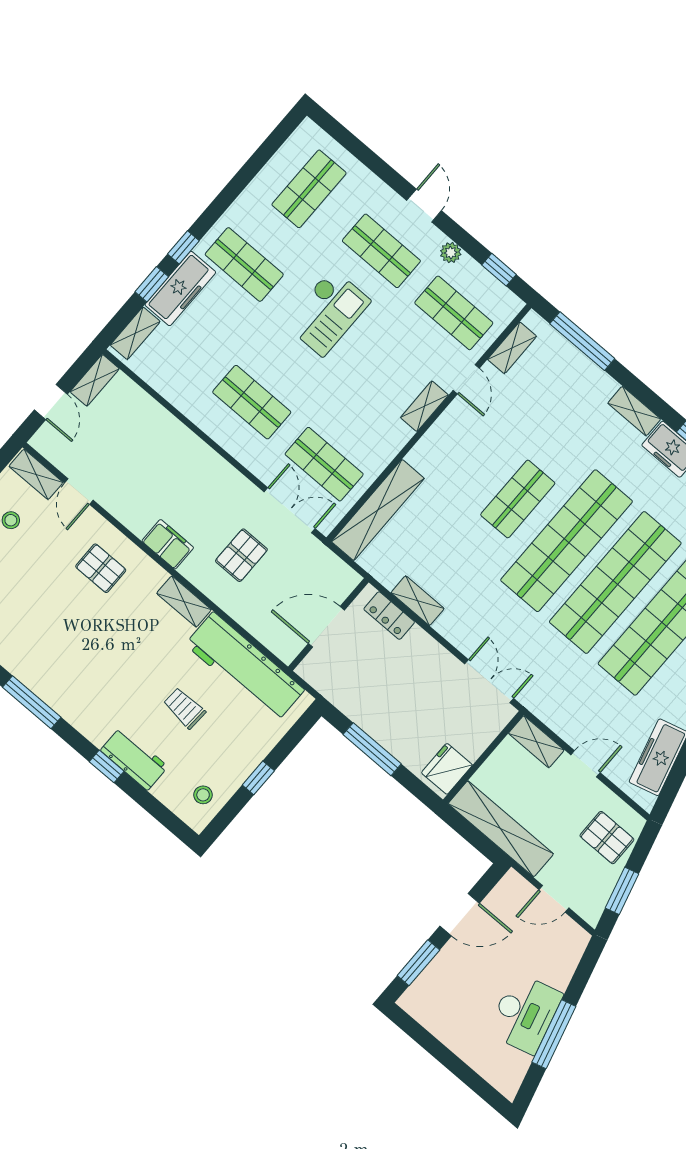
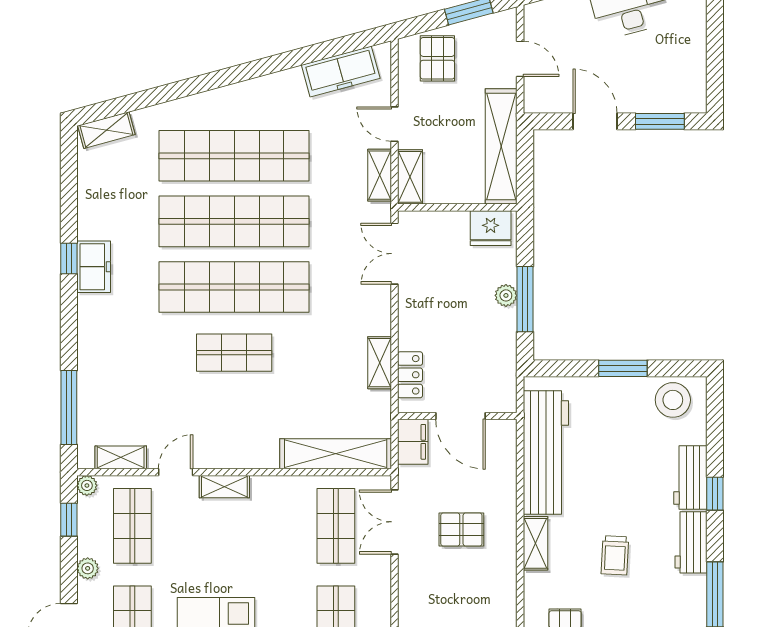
plant: (513, 305) -> (87, 485), added
shelving: (634, 411) -> (380, 175), moved
filing cabinet: (168, 544) -> (413, 442), moved, turned 180
trolley: (184, 708) -> (615, 555), moved
workbench: (86, 718) -> (691, 542), added
plant: (387, 737) -> (506, 295), added
window: (258, 778) -> (623, 368), width x1.50
stool: (203, 795) -> (673, 400), width x1.89, depth x1.89

